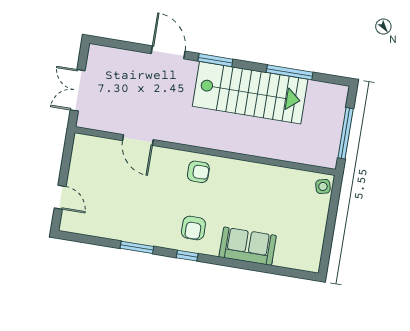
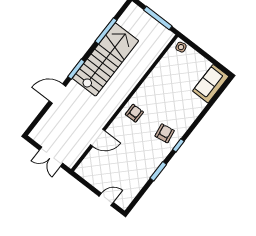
armchair: (193, 228) -> (165, 133), turned -99
sofa: (248, 246) -> (211, 84), moved

